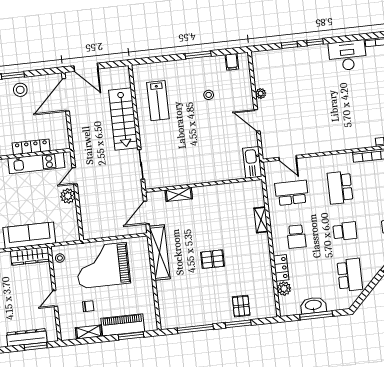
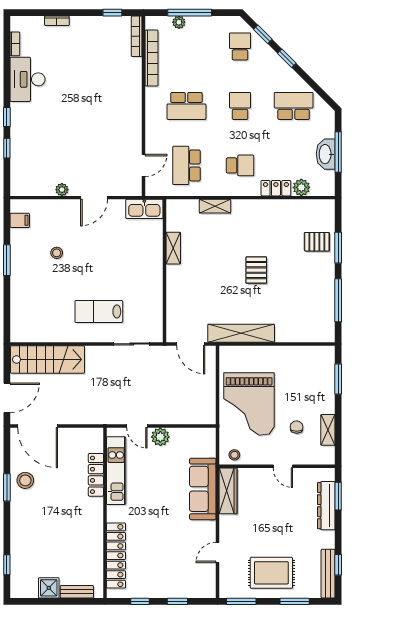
lab bench: (158, 101) -> (99, 312), moved, turned 180
stairs: (123, 119) -> (47, 359), moved
shelving: (179, 194) -> (173, 248), moved
piano: (123, 325) -> (324, 388), removed

